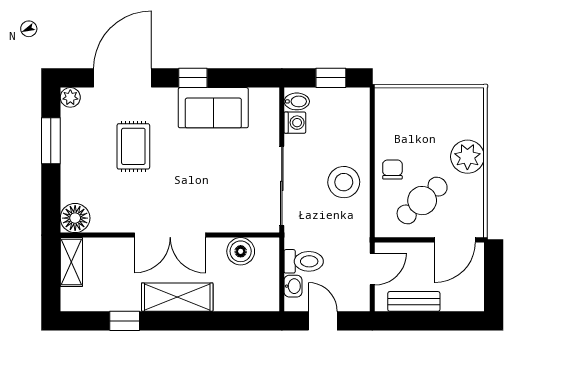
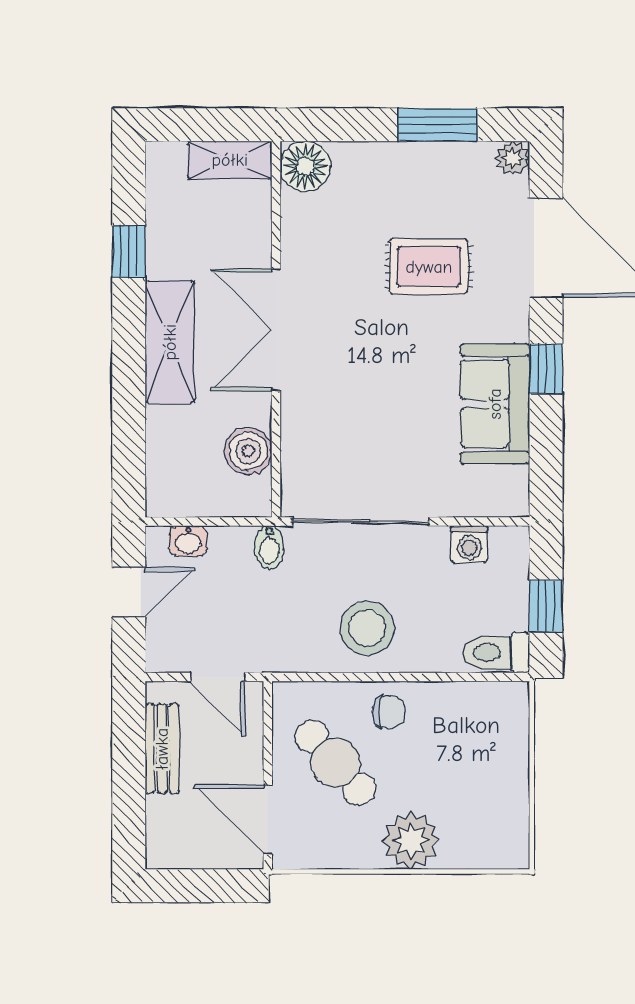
bidet: (297, 101) -> (269, 547), moved
toilet: (304, 261) -> (496, 653), moved, turned 90

